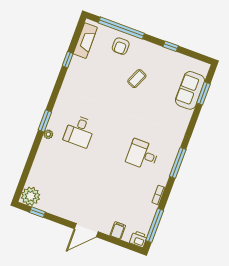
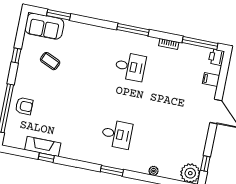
fireplace: (85, 41) -> (43, 146), moved
coffee table: (137, 79) -> (50, 61), moved
sofa: (190, 90) -> (44, 26), moved
plant: (48, 134) -> (154, 171), moved
desk: (142, 155) -> (130, 67), turned -90

